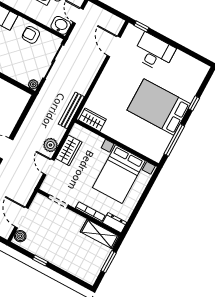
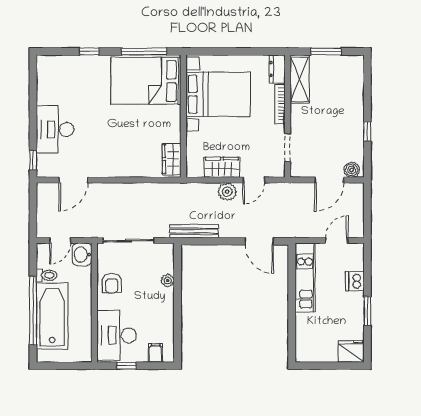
plant: (33, 84) -> (168, 281), moved
bed: (159, 107) -> (146, 81), moved, turned 90
bench: (71, 110) -> (194, 231), moved

